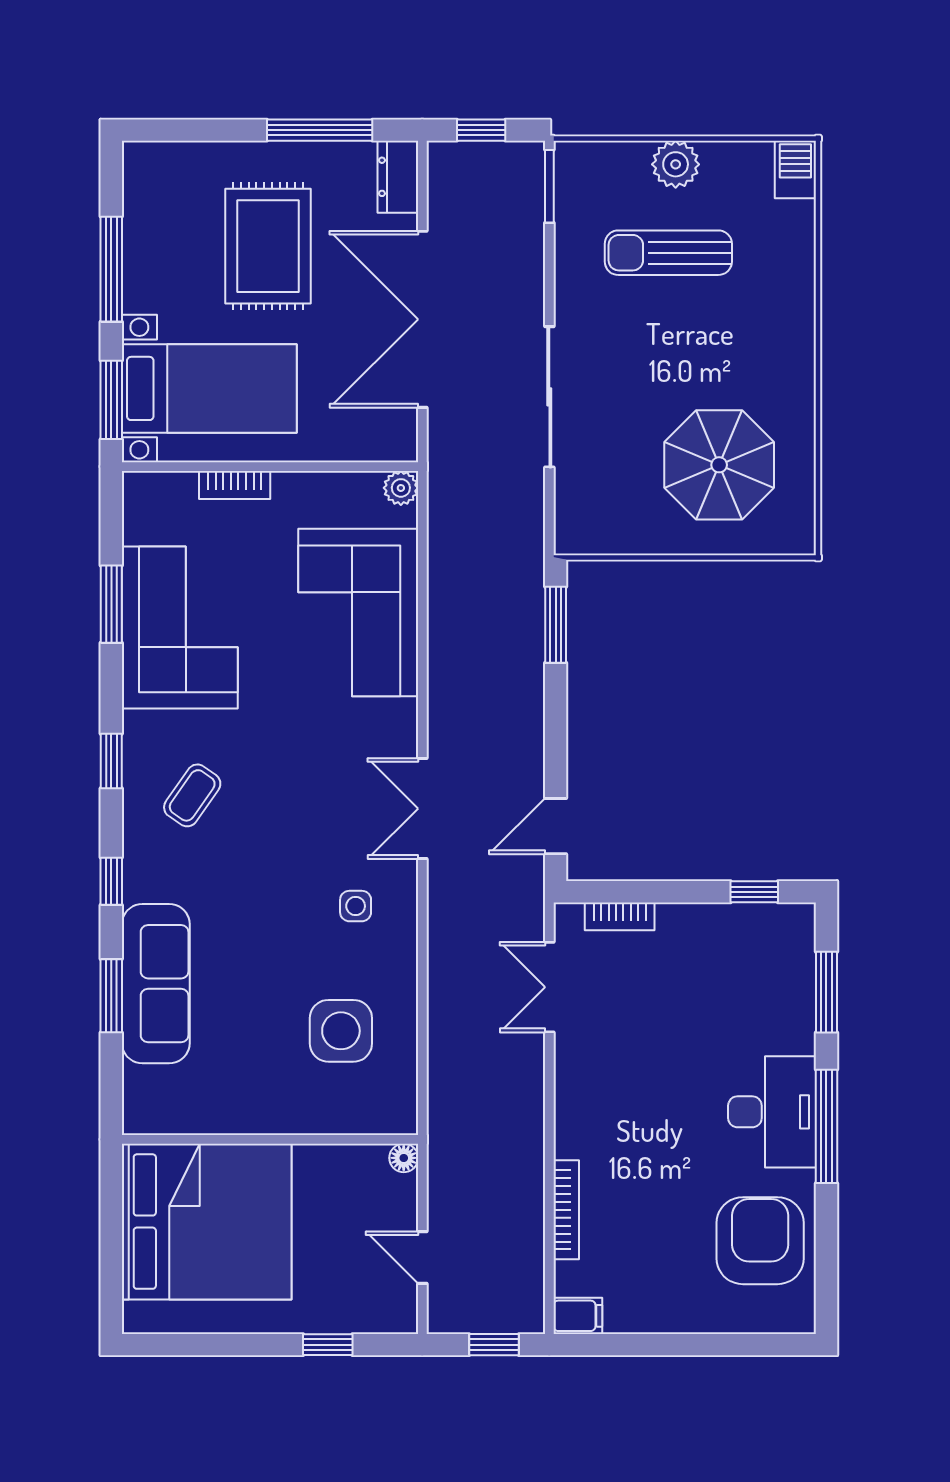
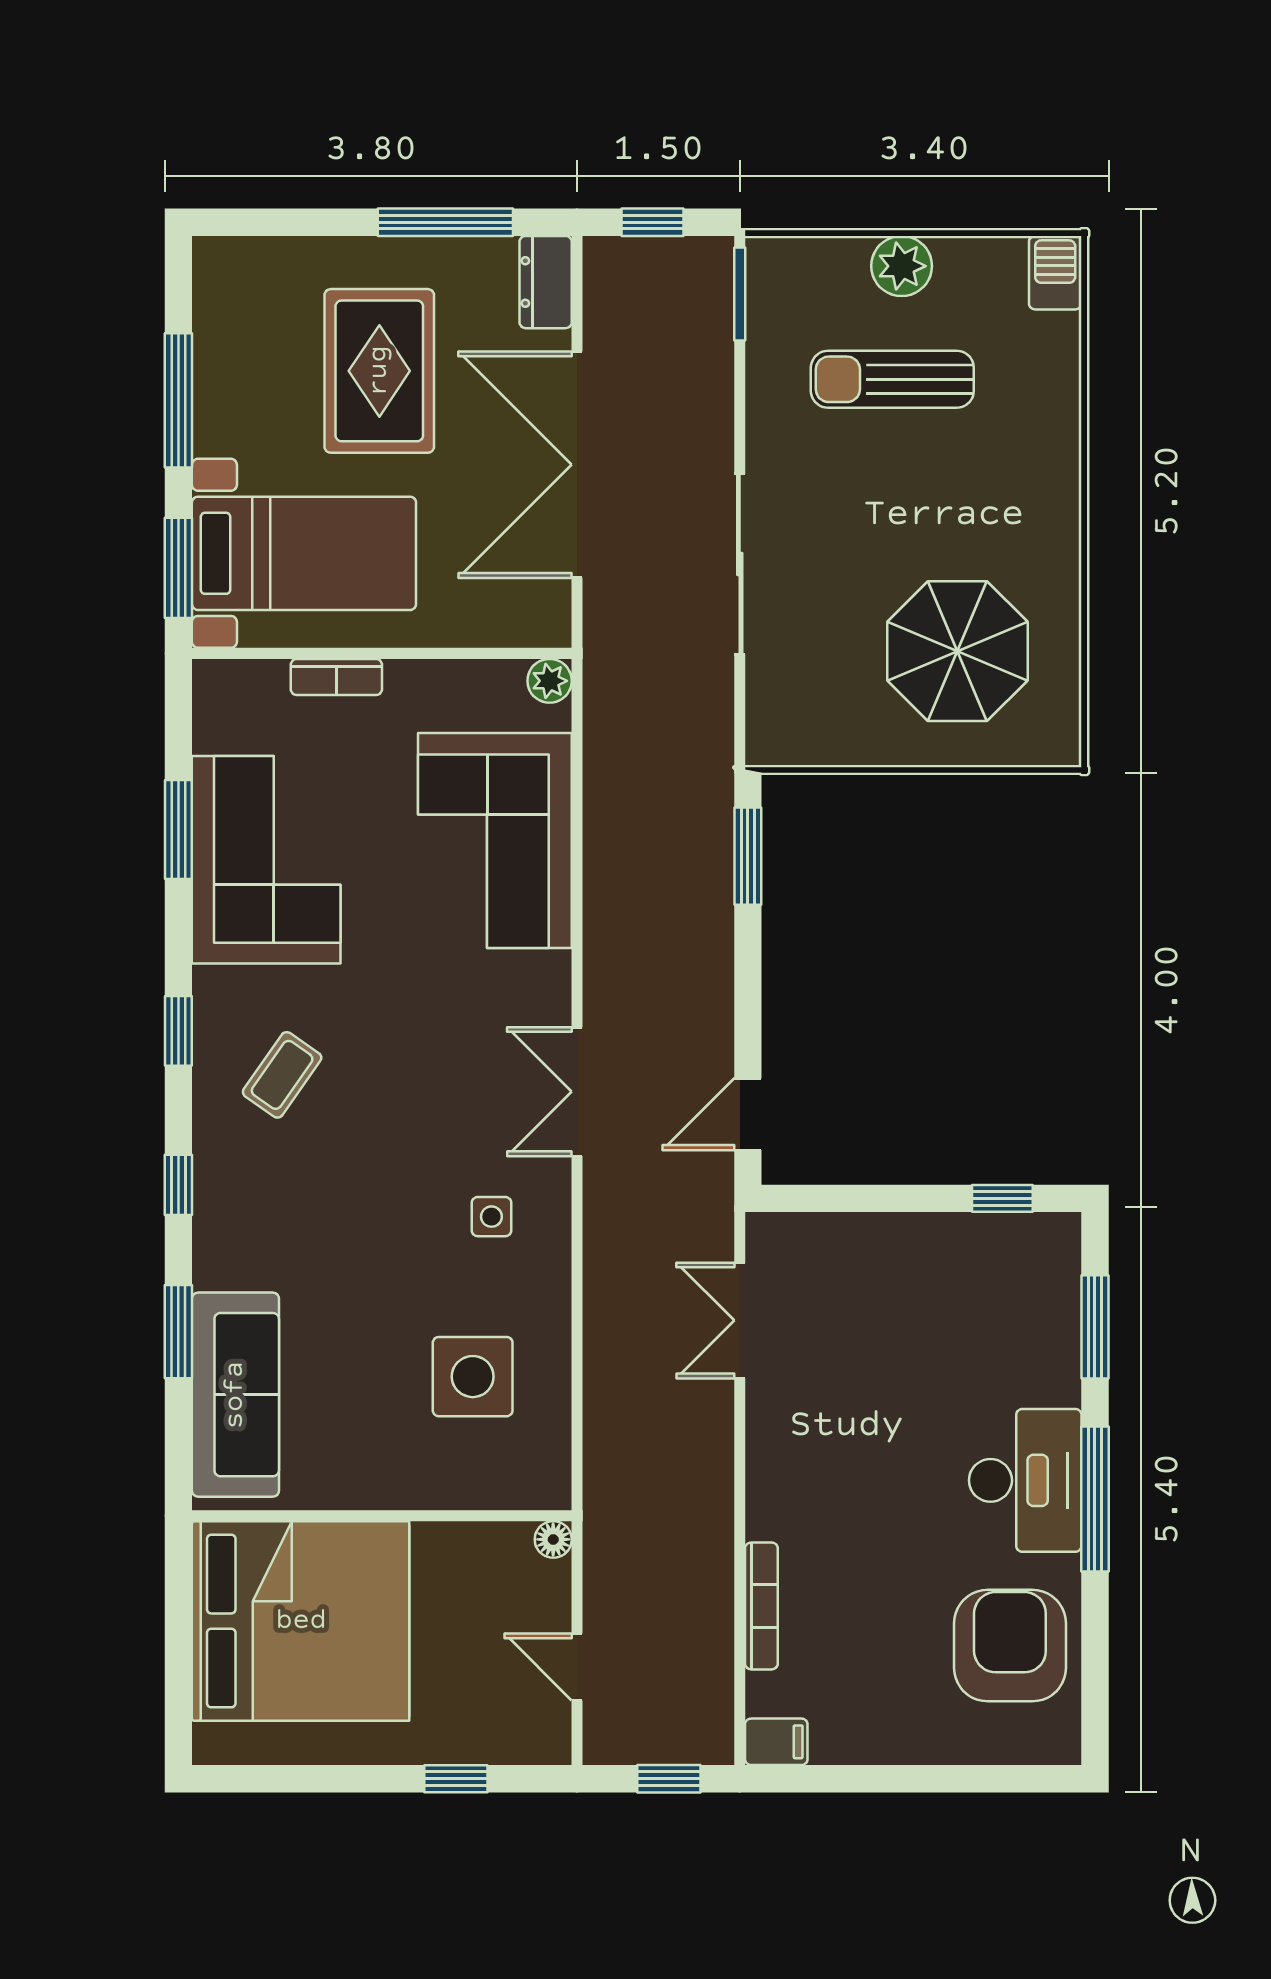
bookcase: (620, 916) -> (830, 1230), removed
sofa: (156, 984) -> (235, 1395), moved

